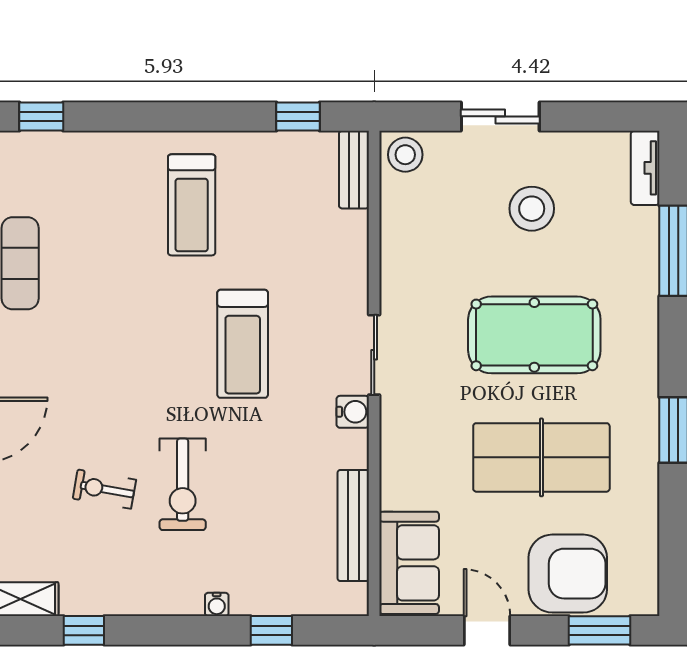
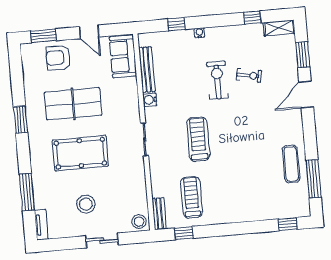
treadmill: (192, 205) -> (192, 197), moved
water cooler: (353, 412) -> (150, 100), moved
armchair: (568, 574) -> (58, 58), width x0.73, depth x0.73

